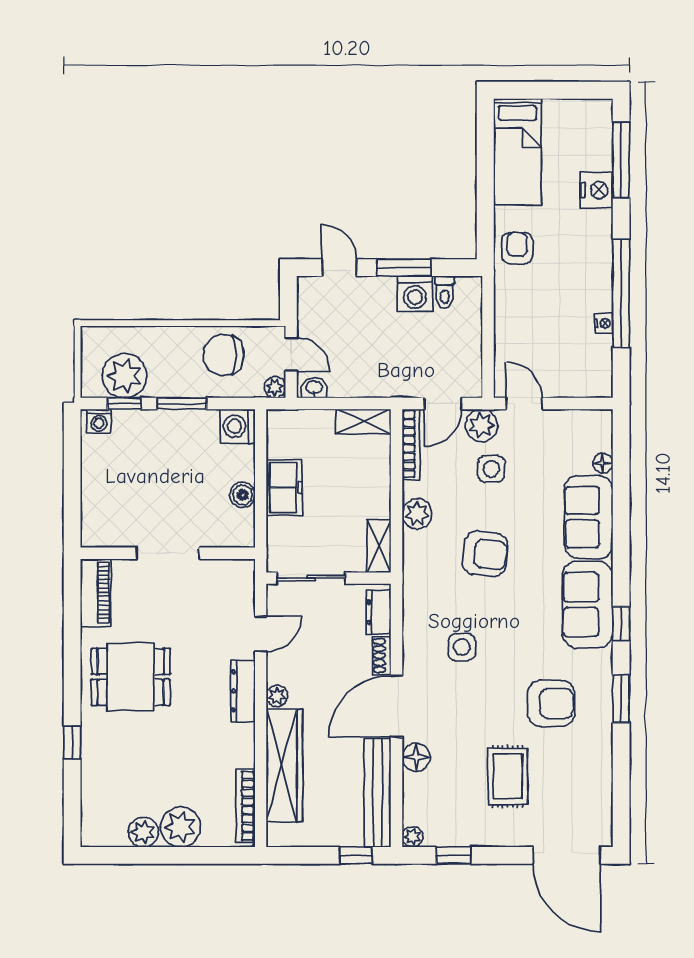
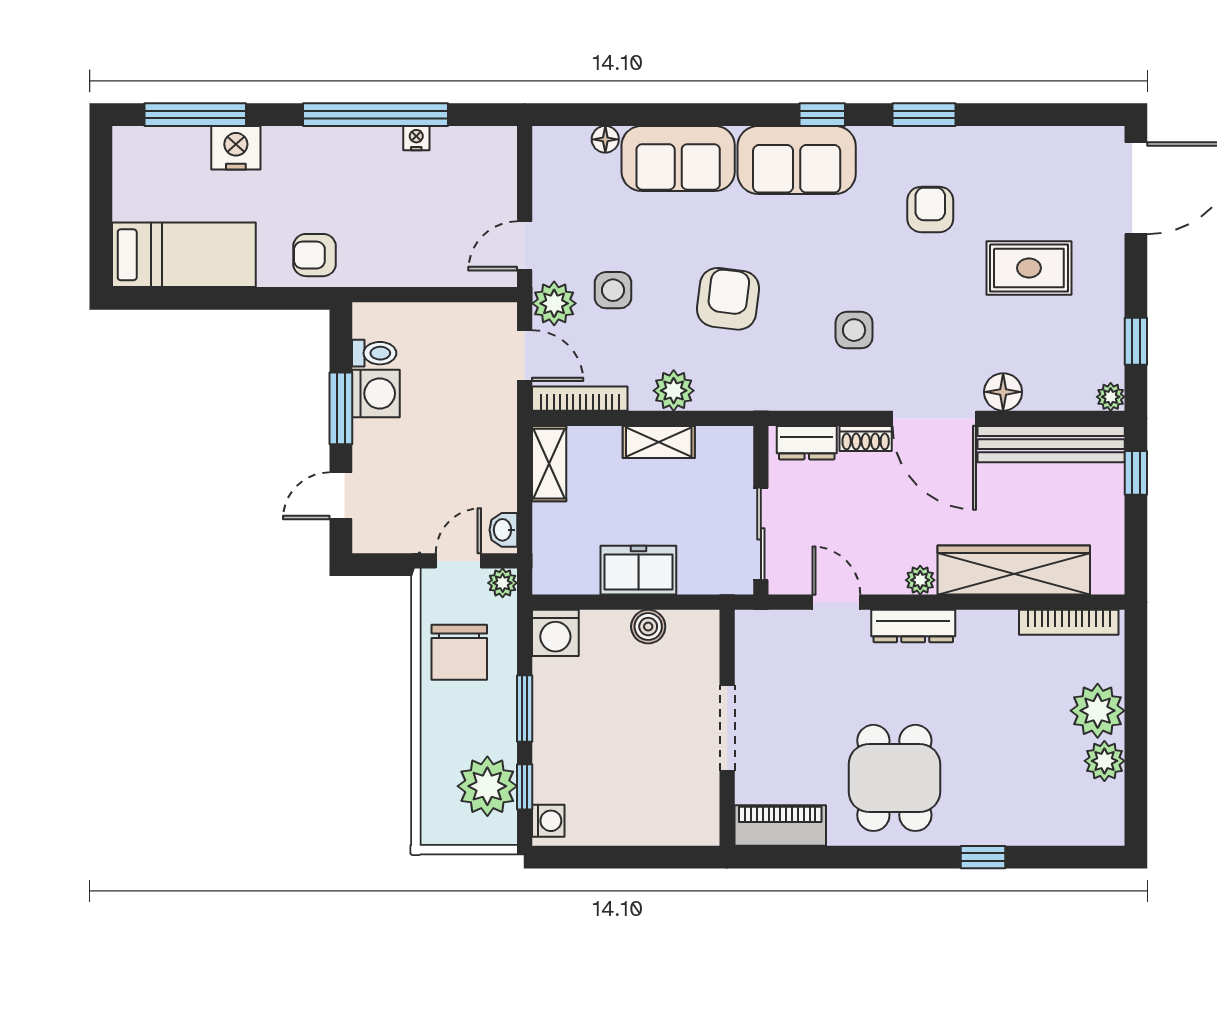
shelving: (379, 546) -> (659, 442), moved
armchair: (551, 703) -> (930, 209), width x0.72, depth x0.72

